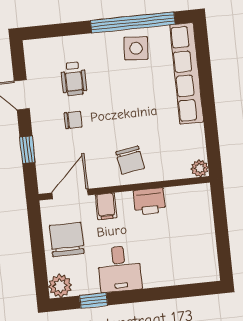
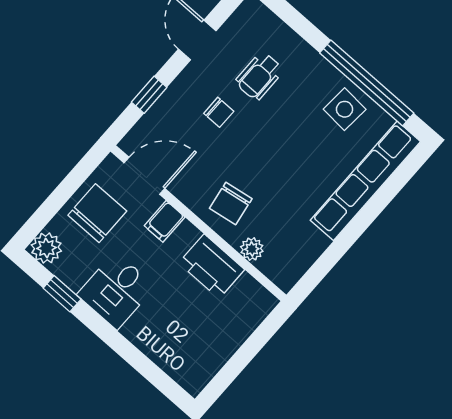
plant: (200, 168) -> (252, 249), moved
printer: (149, 201) -> (212, 266), width x1.37, depth x1.19

